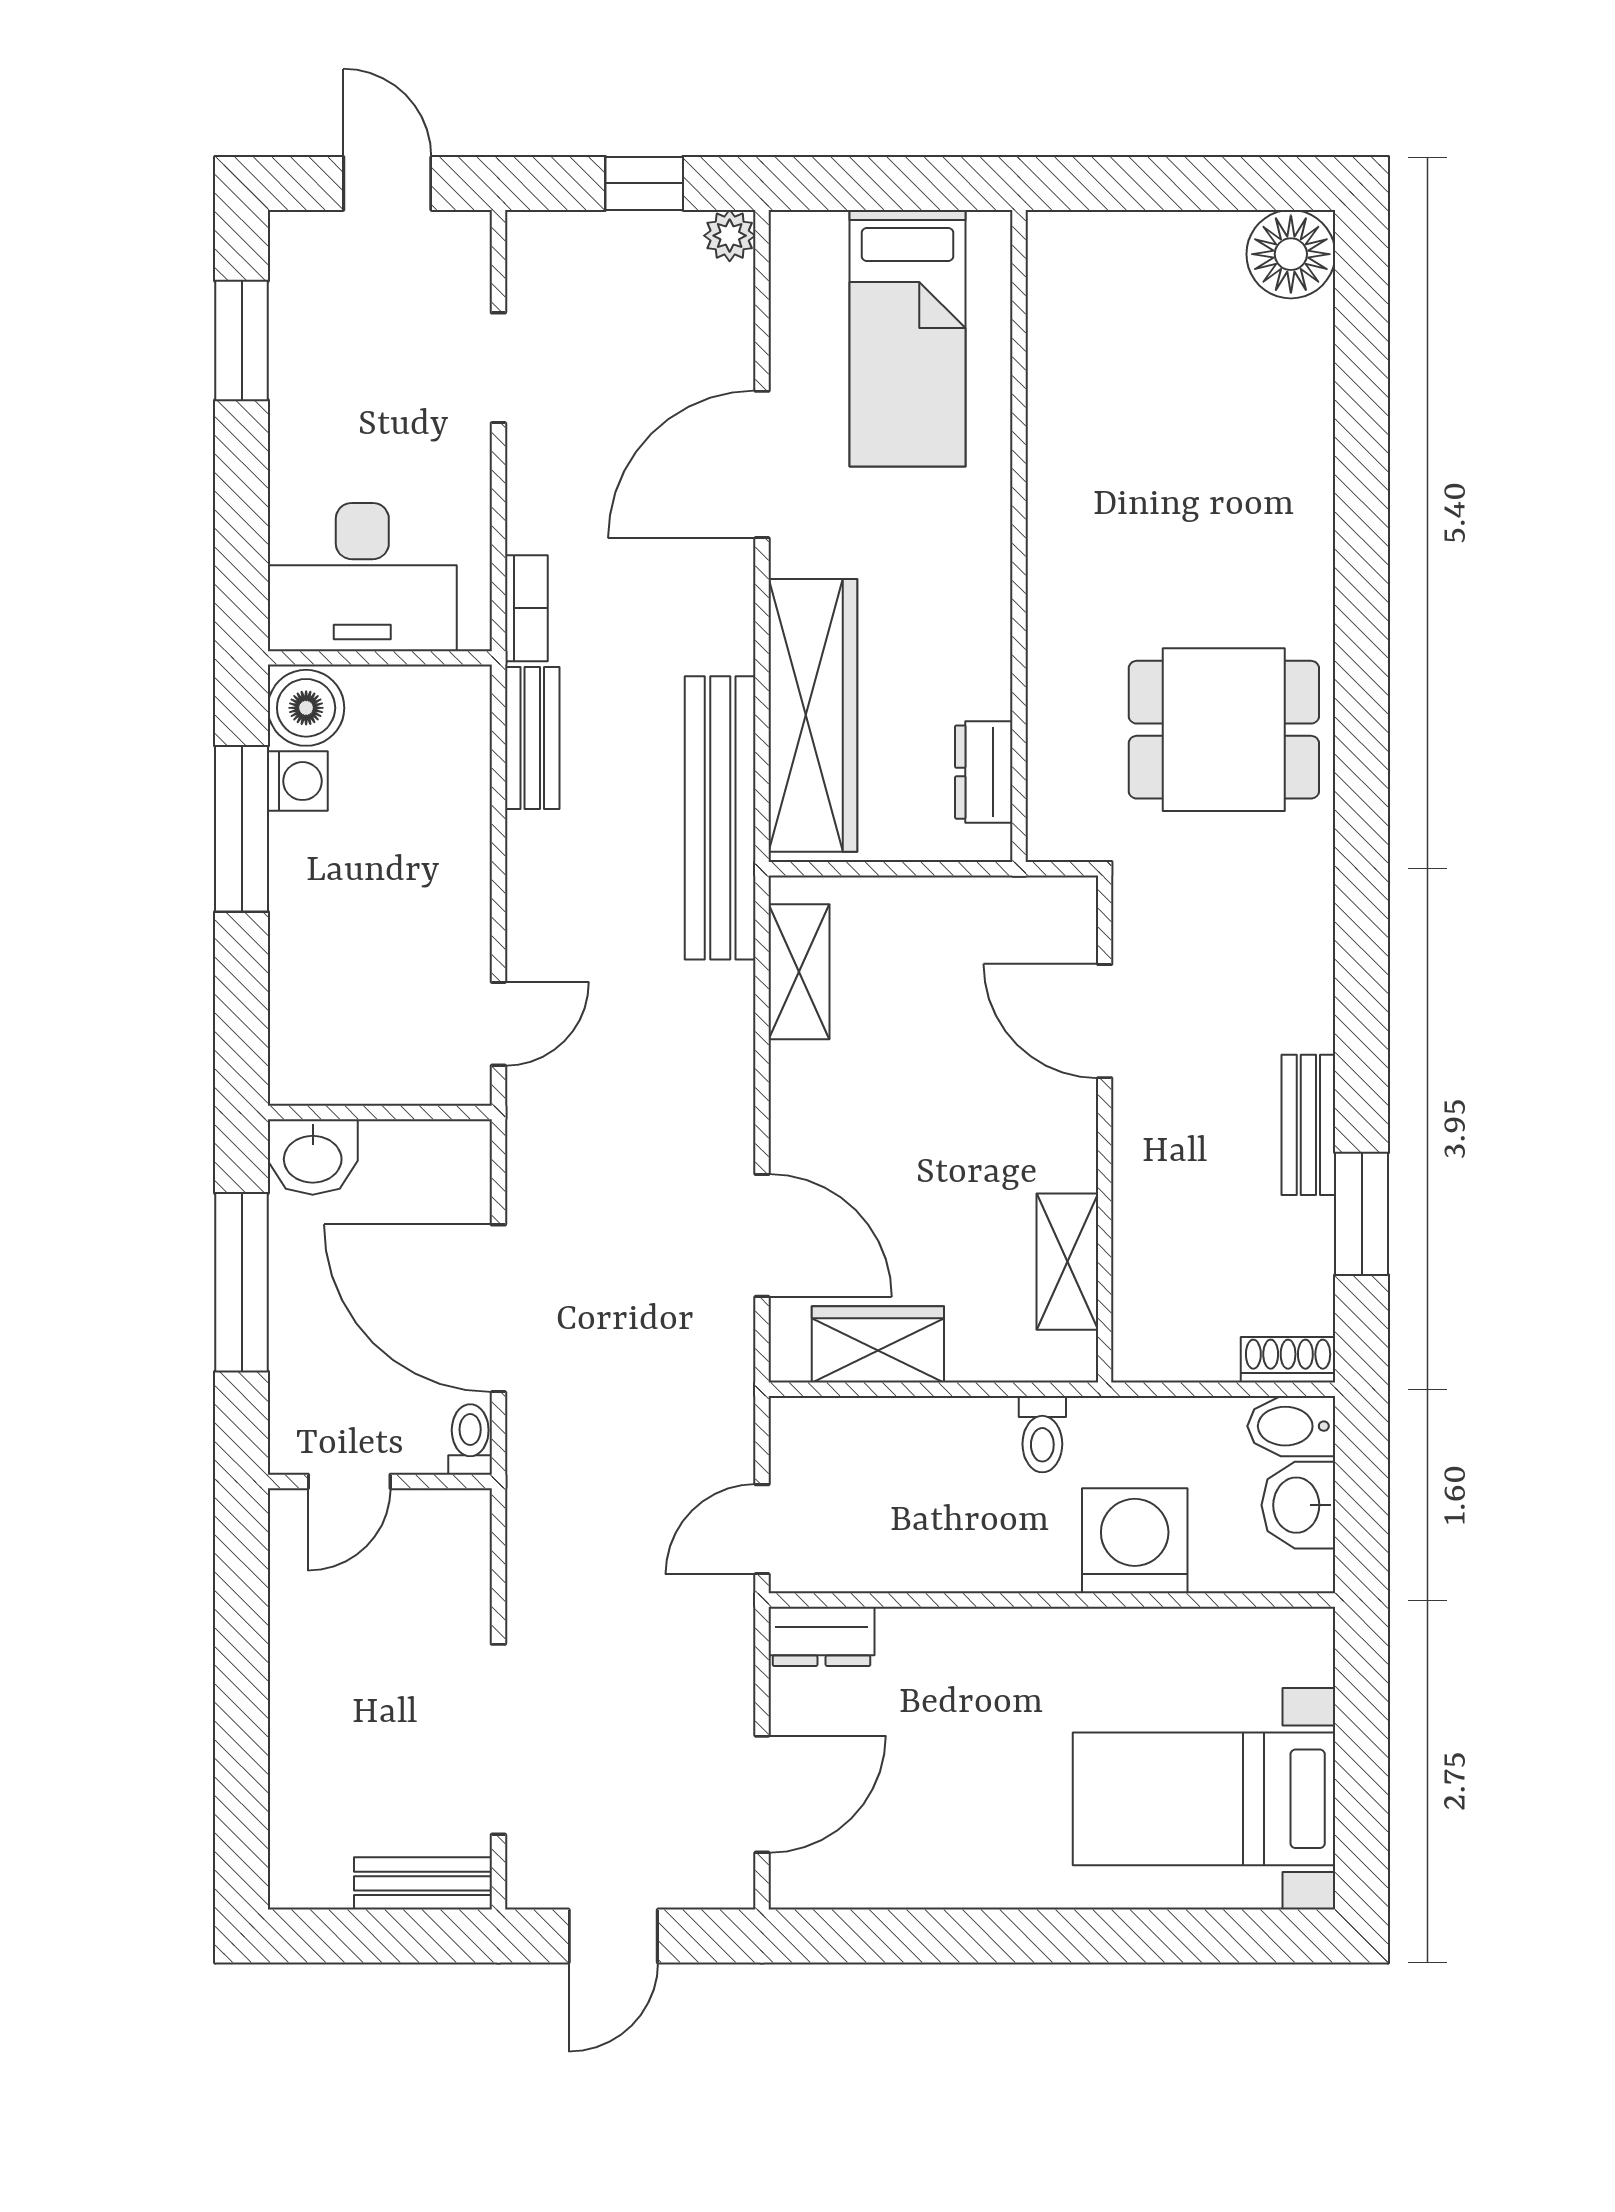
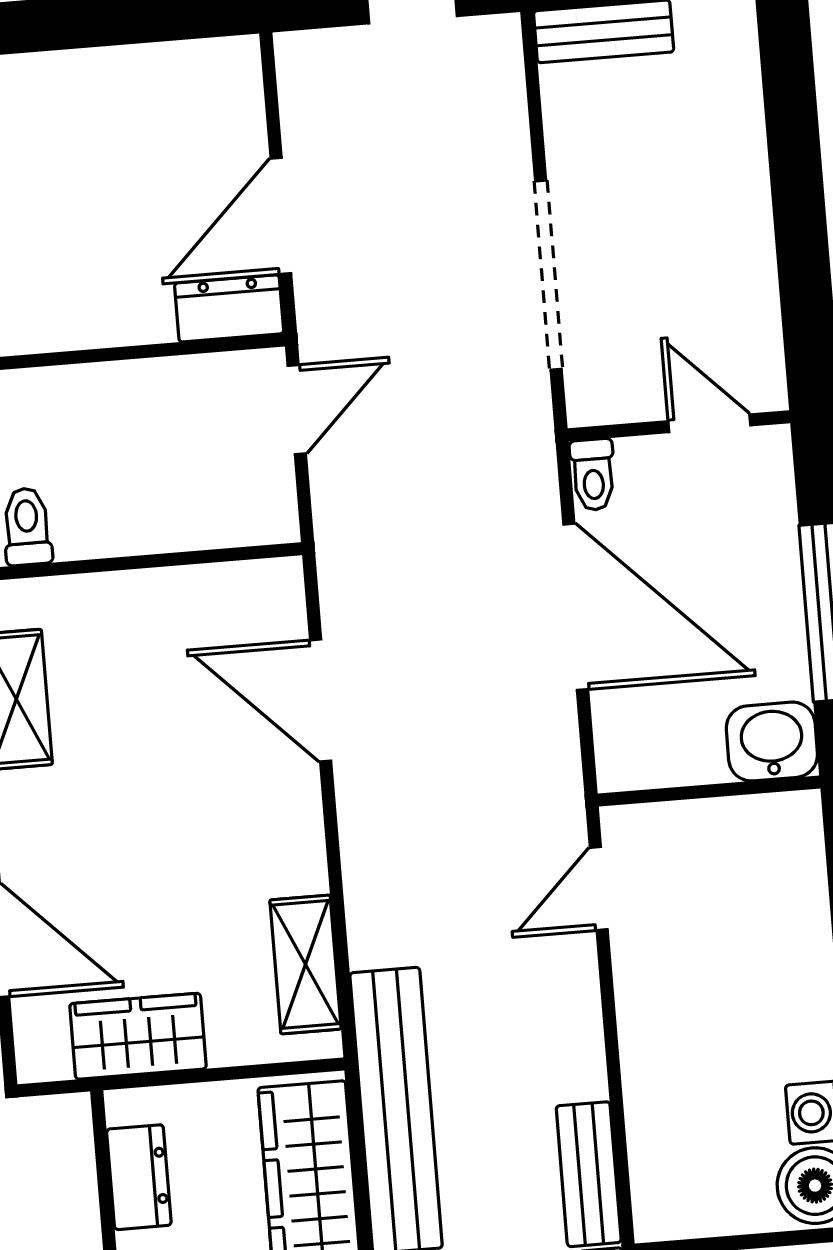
wardrobe: (878, 1344) -> (138, 1036), moved, turned 180
door: (349, 1481) -> (709, 423), hinge flipped
doorway: (498, 1739) -> (548, 275), moved
door: (762, 1794) -> (281, 216), moved

